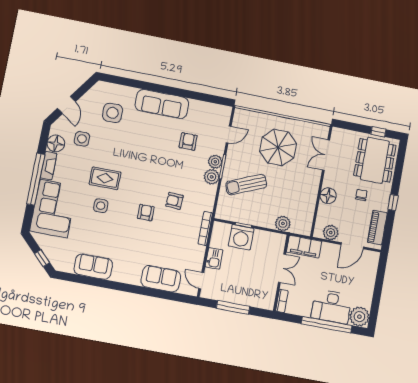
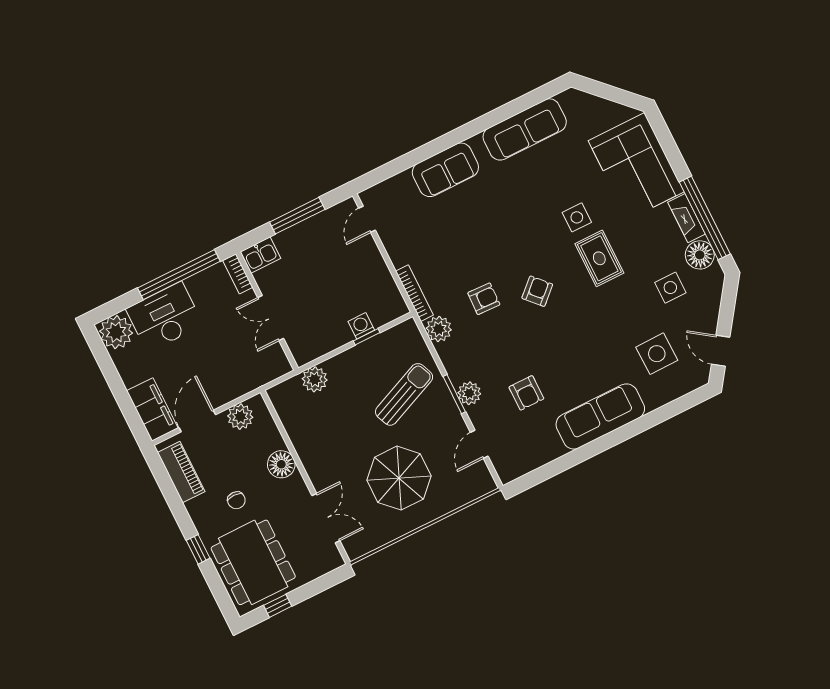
door: (66, 105) -> (721, 351), moved
plant: (212, 177) -> (439, 329), moved
rug: (105, 178) -> (599, 258), turned 90
window: (36, 179) -> (705, 218), moved
window: (393, 202) -> (198, 549), moved
armchair: (146, 213) -> (537, 291), moved, turned -133
washing machine: (241, 237) -> (361, 326), width x0.53, depth x0.53
filing cabinet: (304, 247) -> (152, 409), moved, turned 90
window: (42, 258) -> (601, 90), removed
kitchen sink: (214, 258) -> (260, 255), moved, turned -90
sofa: (93, 267) -> (525, 129), width x1.36
sofa: (161, 279) -> (445, 170), moved
door: (201, 281) -> (367, 219), swing flipped
window: (327, 325) -> (179, 275), moved

